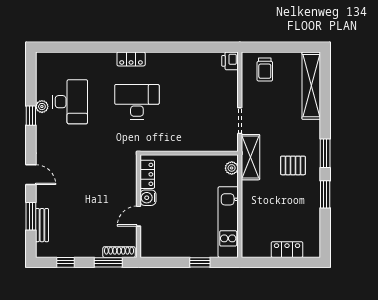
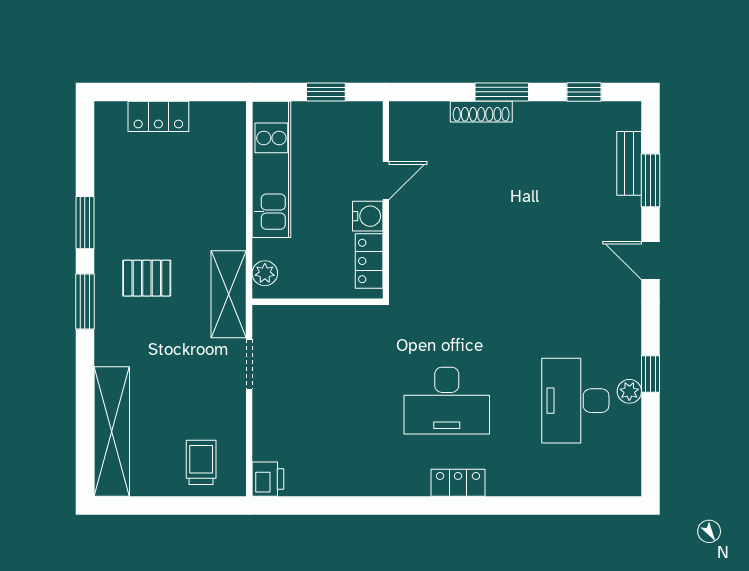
locker: (147, 174) -> (369, 261), moved
water cooler: (148, 198) -> (368, 216), moved
wall: (138, 206) -> (386, 200), moved
door: (138, 216) -> (386, 181), moved

